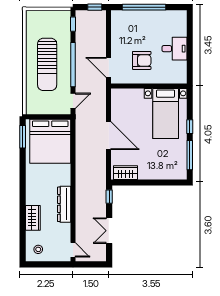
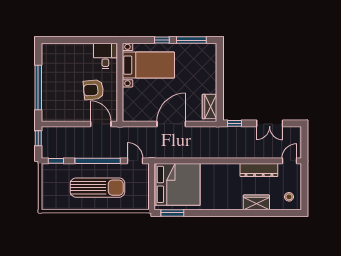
desk: (174, 49) -> (105, 56), moved
armchair: (142, 60) -> (93, 90), turned -95
door: (109, 67) -> (101, 124), swing flipped
dresser: (64, 204) -> (259, 170), moved

